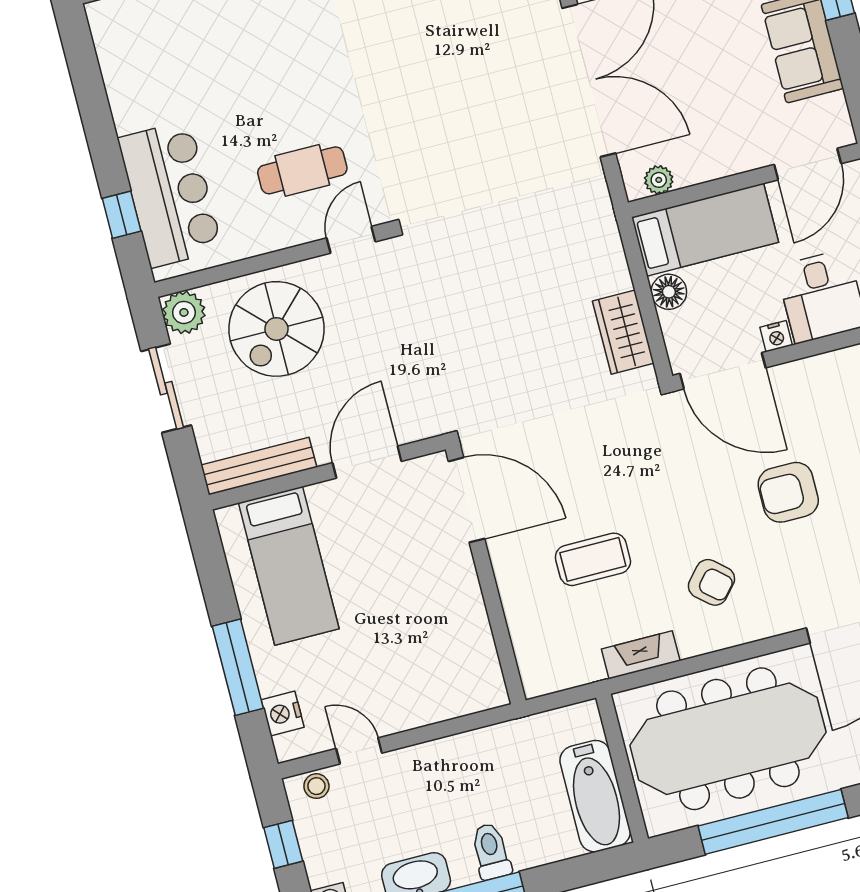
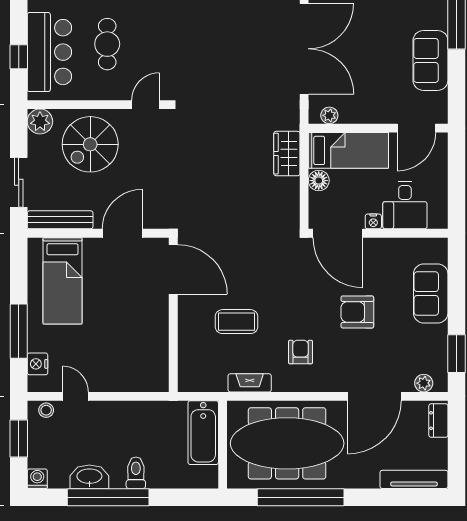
cafe table: (302, 170) -> (107, 44), moved, turned 90
wardrobe: (623, 332) -> (287, 154), moved
sliding door: (166, 388) -> (19, 182), moved
armchair: (711, 582) -> (301, 352), turned -131
bathtub: (595, 796) -> (203, 433), moved
window: (283, 844) -> (19, 438), width x1.50

